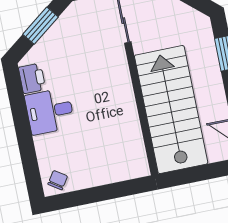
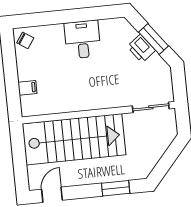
printer: (32, 78) -> (141, 49), moved, turned 53
filing cabinet: (115, 172) -> (27, 88), added

